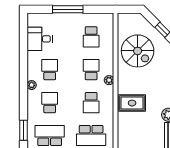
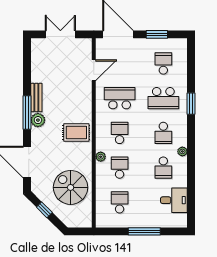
school desk: (91, 70) -> (120, 168), turned 180

